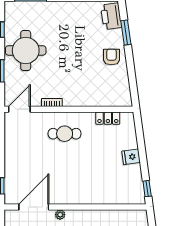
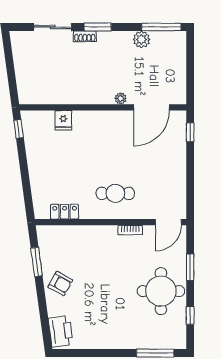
window: (126, 32) -> (37, 262), moved
armchair: (112, 57) -> (60, 283), turned -61
fridge: (131, 157) -> (63, 120), moved, turned 98

